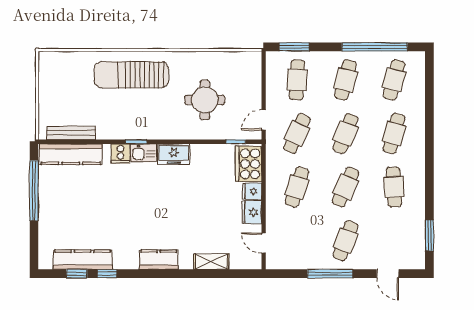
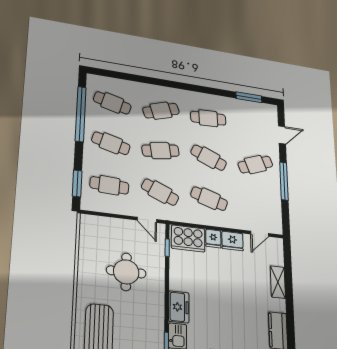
cafe table: (345, 133) -> (161, 151), turned -30
cafe table: (394, 133) -> (161, 111), turned -33
cafe table: (345, 241) -> (255, 165), turned -42

